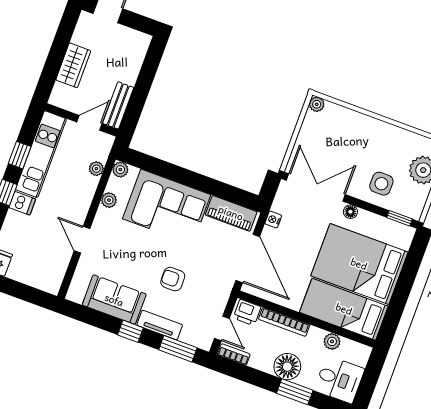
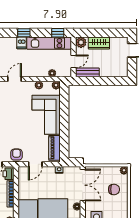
plant: (60, 97) -> (81, 42), added
door: (89, 123) -> (73, 61), hinge flipped
chair: (344, 135) -> (114, 189), added
window: (20, 155) -> (58, 33), moved
door: (248, 259) -> (35, 164), width x0.53
armchair: (173, 279) -> (16, 155), moved

